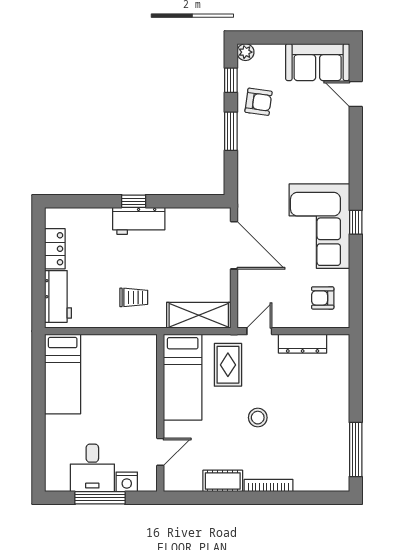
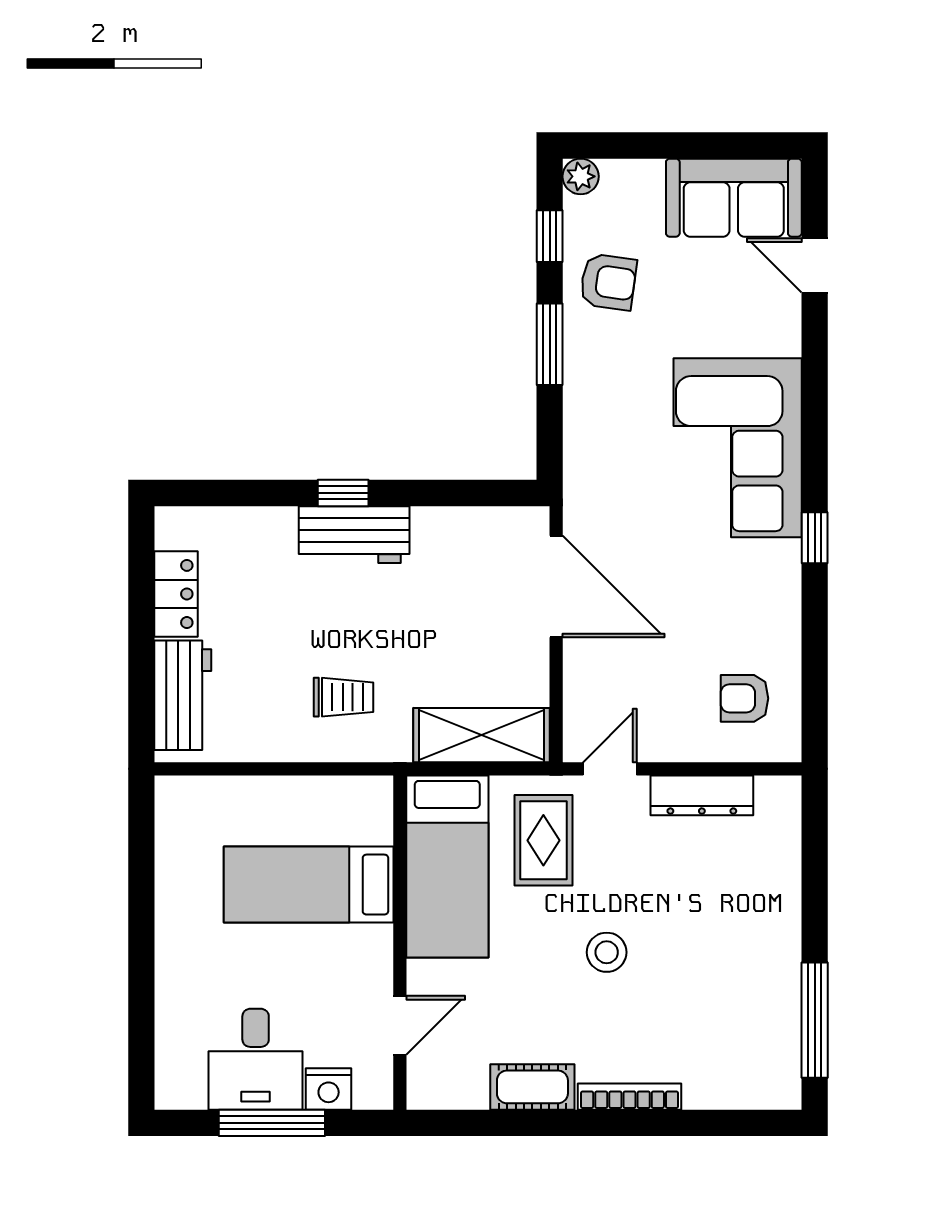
corner sofa: (319, 226) -> (738, 448), moved
bed: (63, 374) -> (309, 885), moved, turned 90

